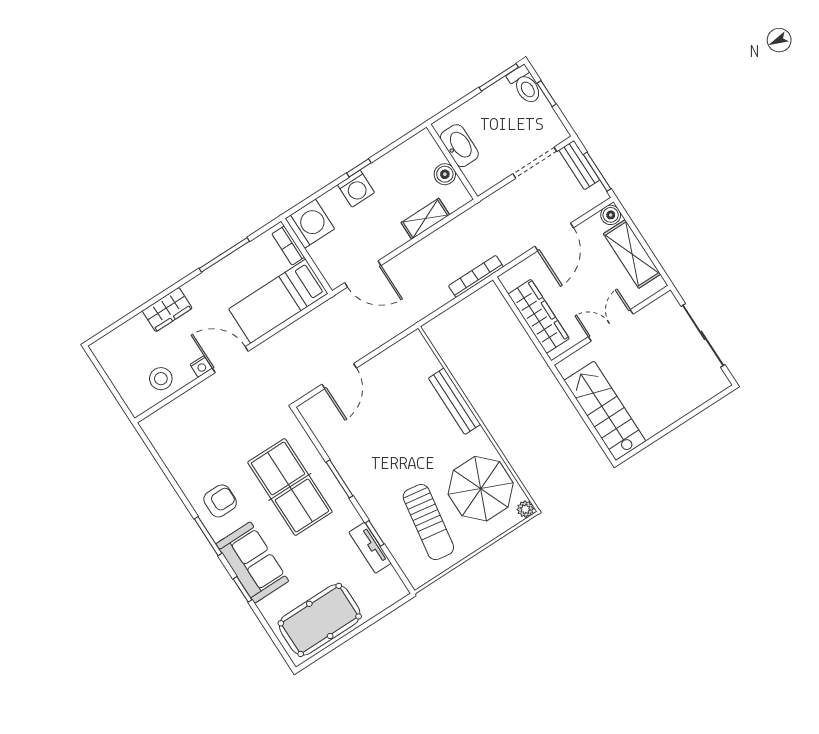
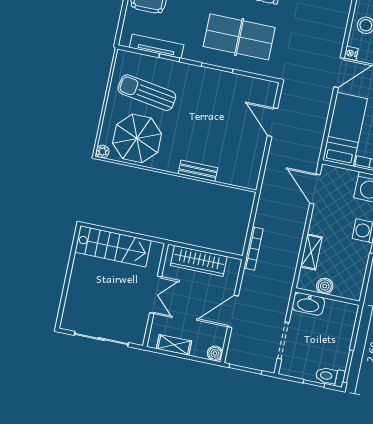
washbasin: (459, 146) -> (308, 304), moved
bench: (579, 165) -> (258, 363), removed
door: (554, 237) -> (233, 311), hinge flipped
shelving: (632, 254) -> (174, 345), width x0.67, depth x0.75
door: (363, 274) -> (315, 189), hinge flipped
bench: (454, 401) -> (198, 171), width x0.73
tv unit: (370, 548) -> (157, 46), width x1.41

